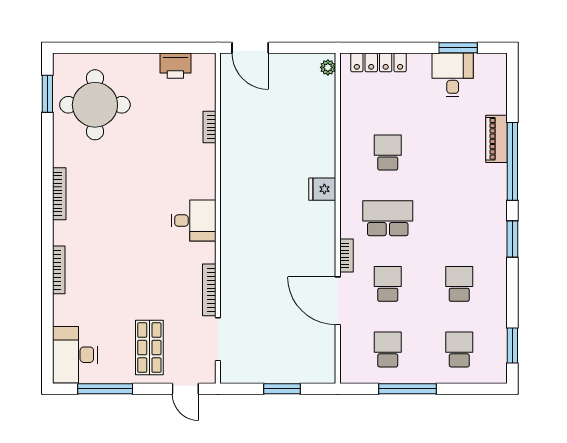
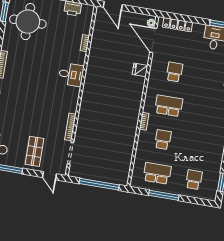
fridge: (322, 189) -> (140, 70), moved
desk: (194, 221) -> (71, 75), moved
school desk: (459, 284) -> (200, 146), removed
door: (338, 301) -> (153, 40), moved
school desk: (388, 350) -> (157, 173), width x1.85
window: (282, 389) -> (99, 184), width x2.11

